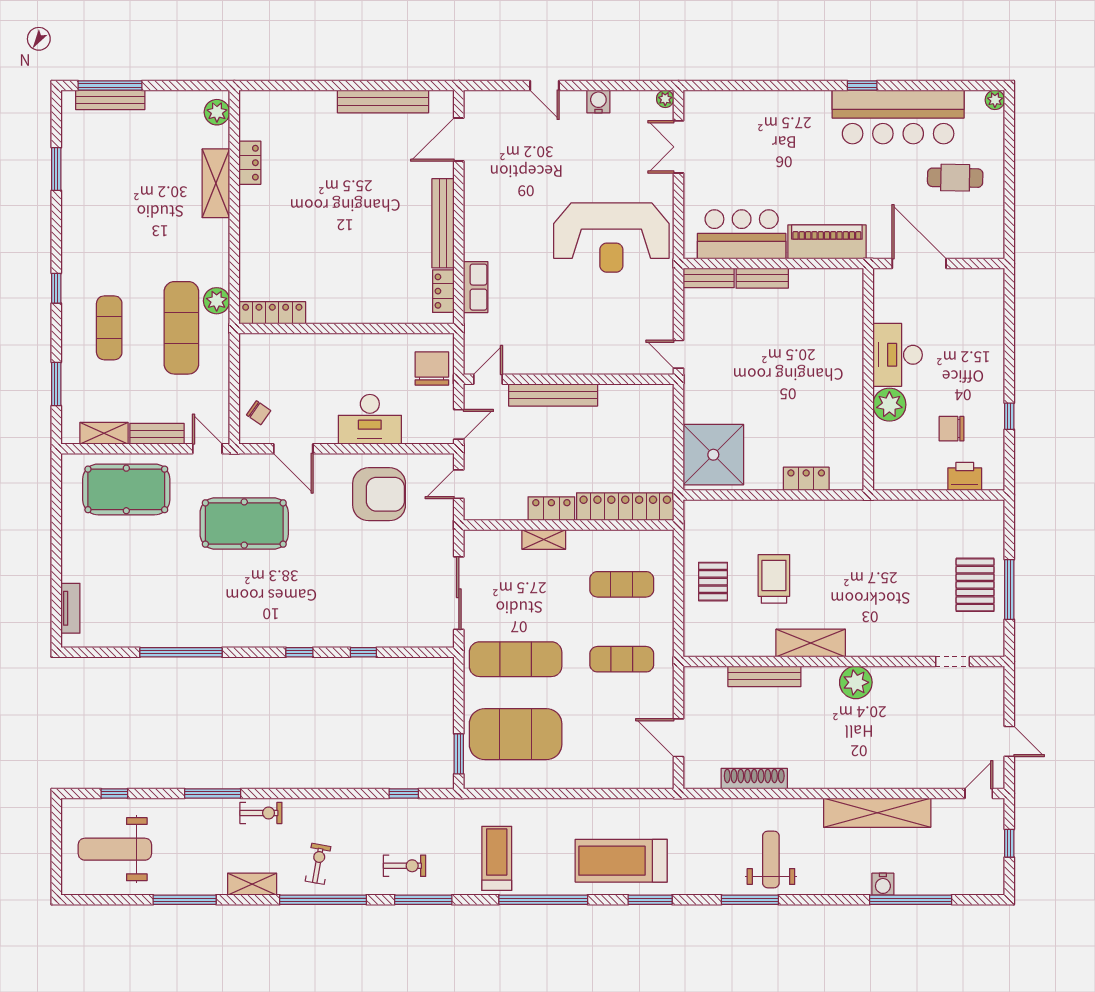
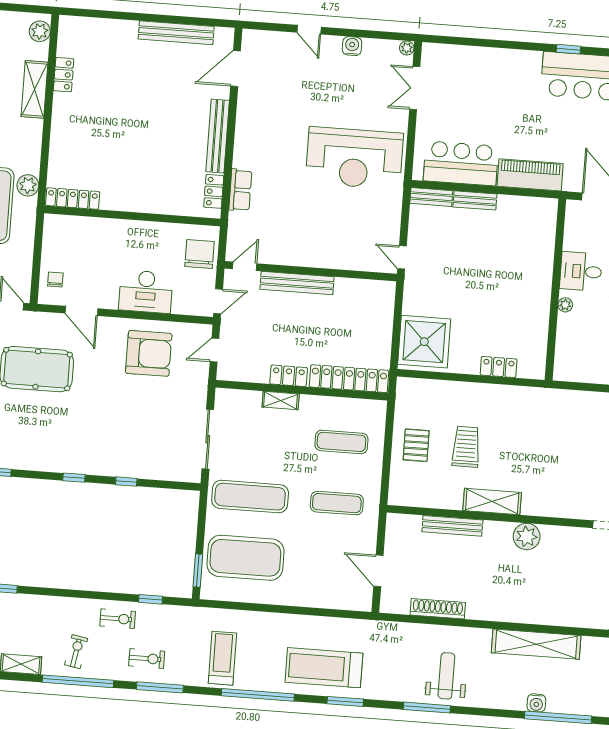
desk: (898, 355) -> (581, 271), width x0.73
plant: (889, 405) -> (565, 305), width x0.53, depth x0.53
chair: (259, 413) -> (55, 279), turned -125
exercise bike: (261, 813) -> (118, 619), moved

